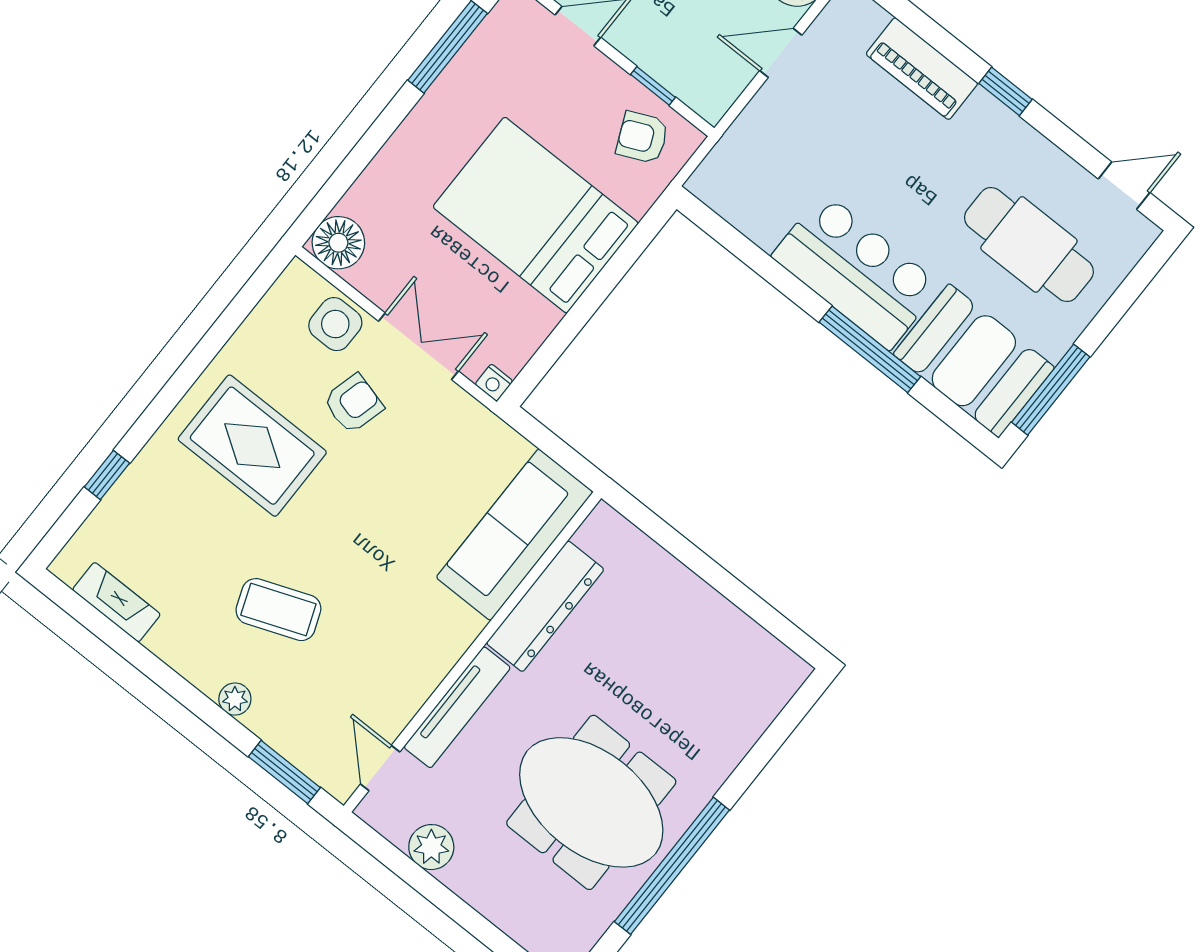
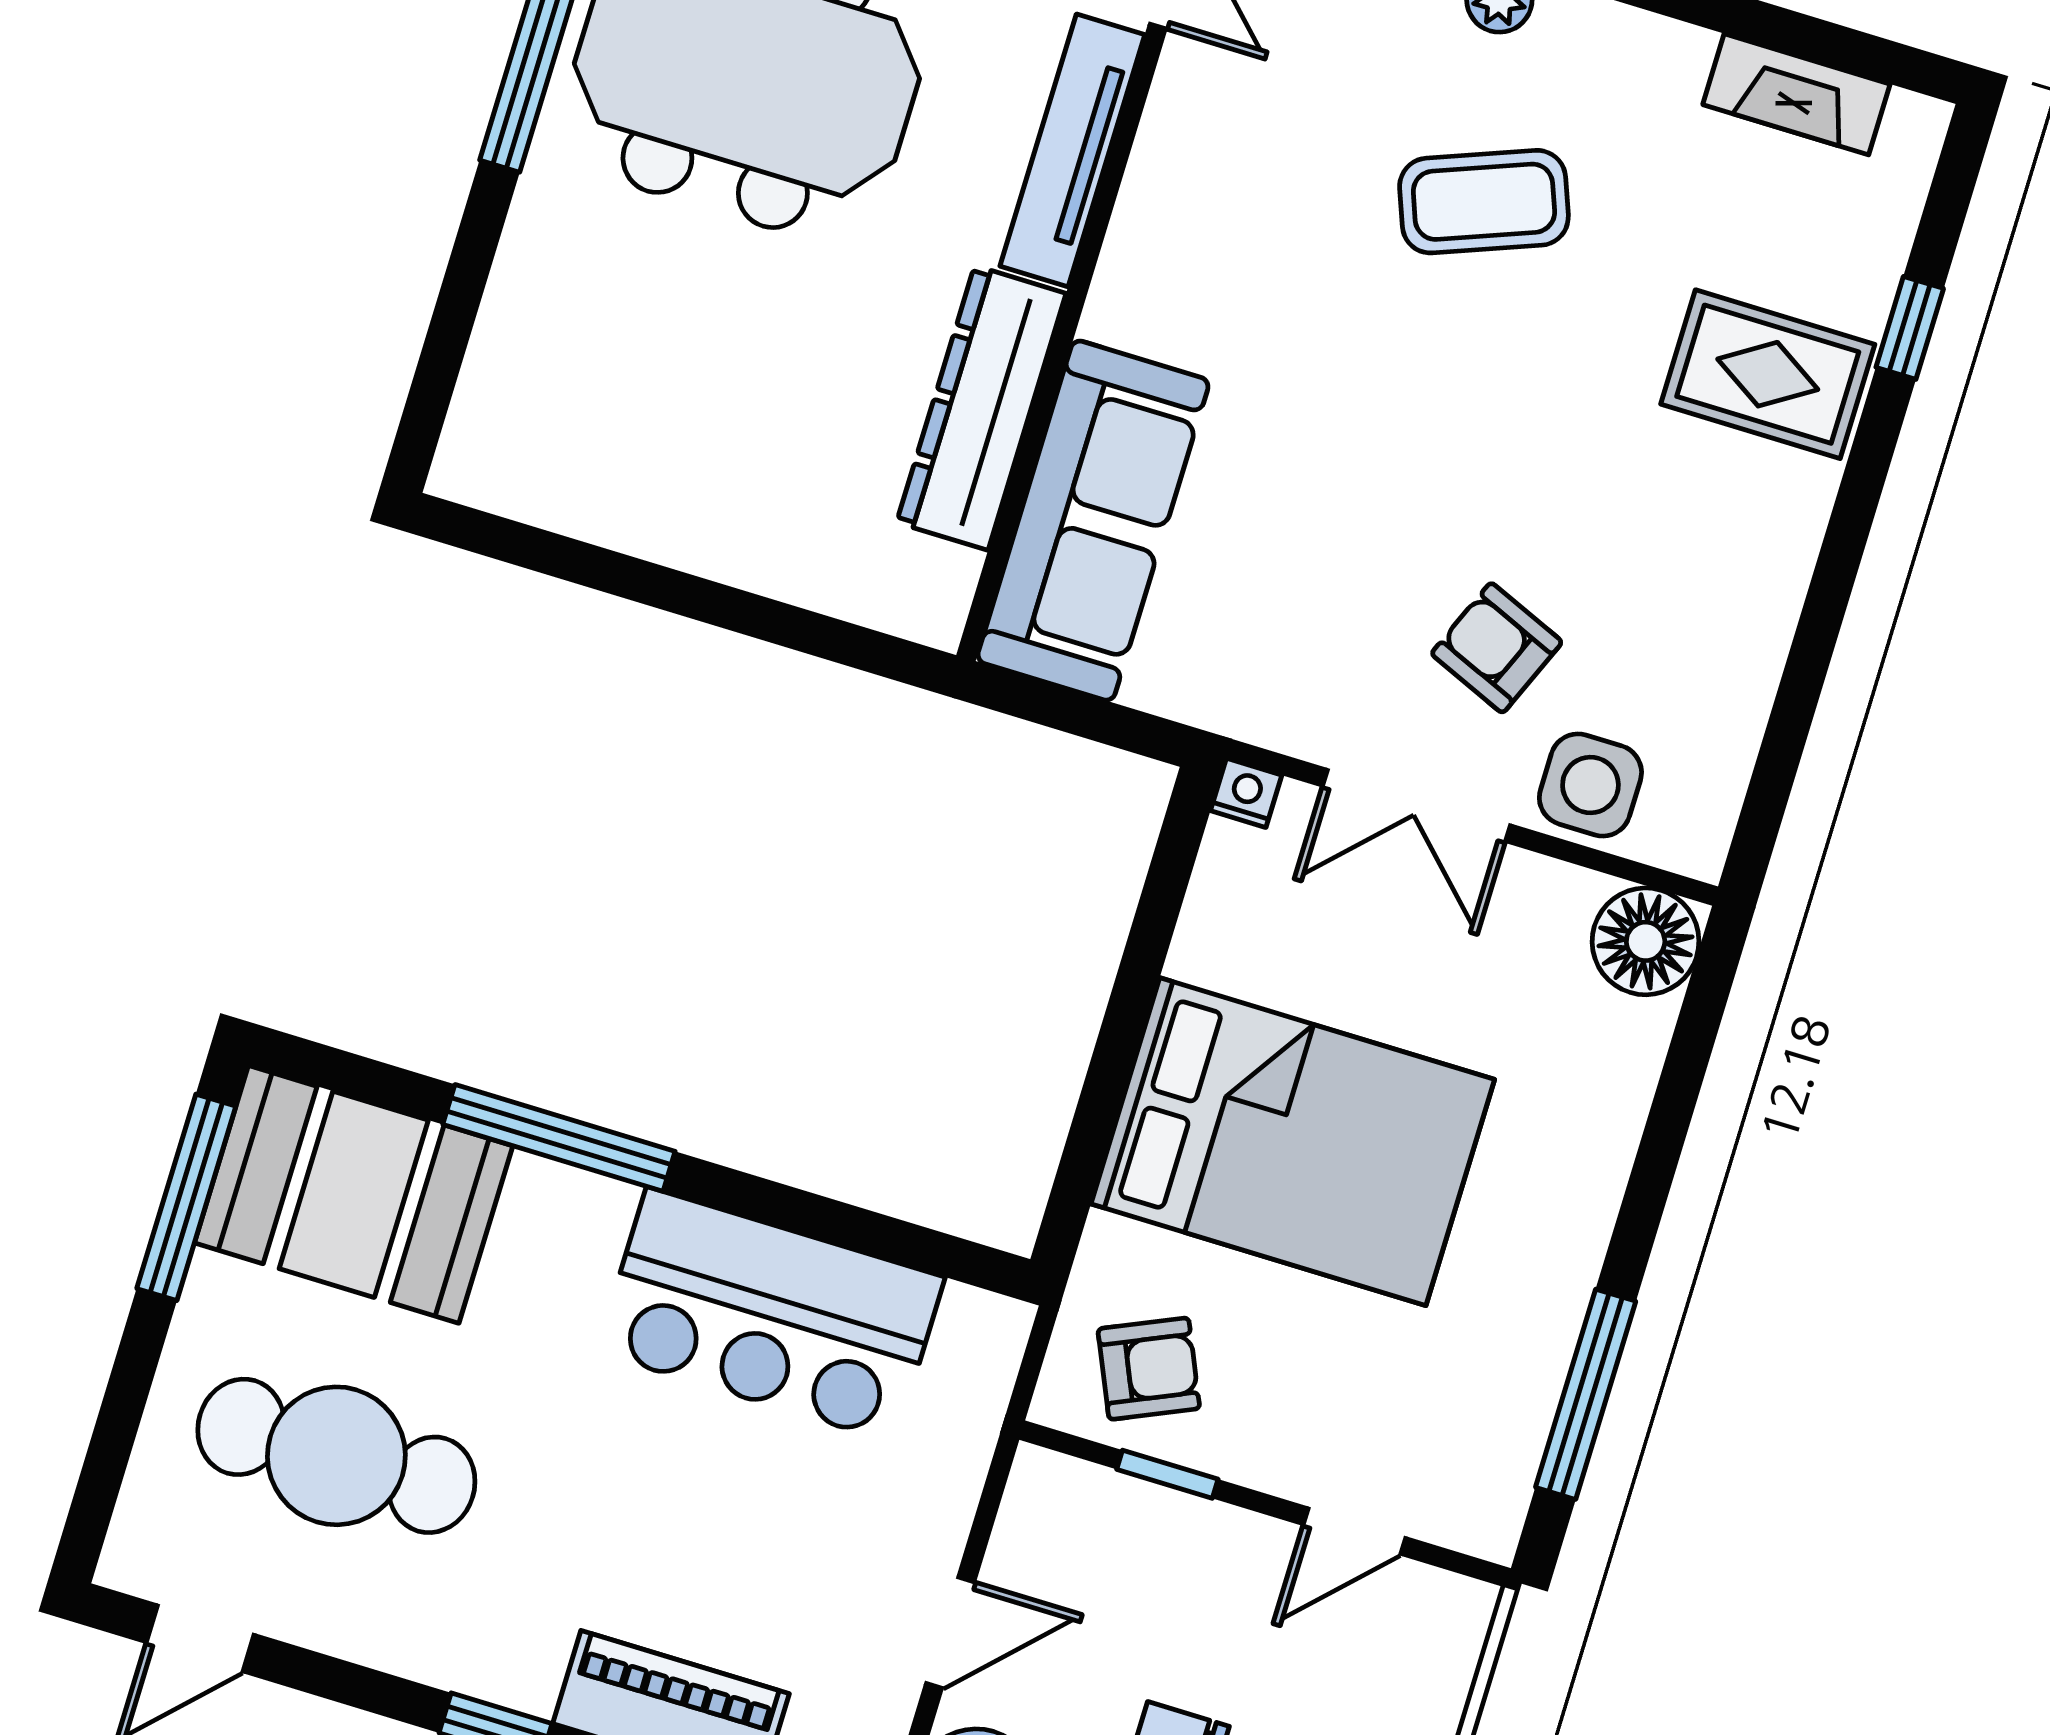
bar counter: (856, 271) -> (771, 1315), moved
armchair: (353, 404) -> (1497, 648), turned 98
rug: (252, 446) -> (1768, 374), moved, width x0.73, depth x0.70

